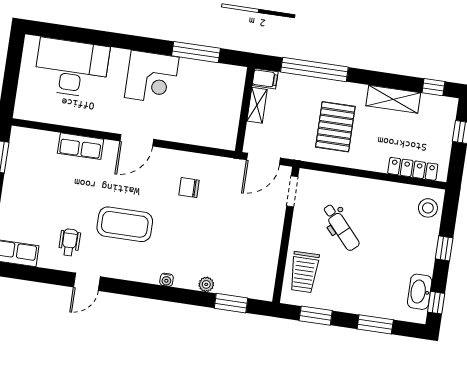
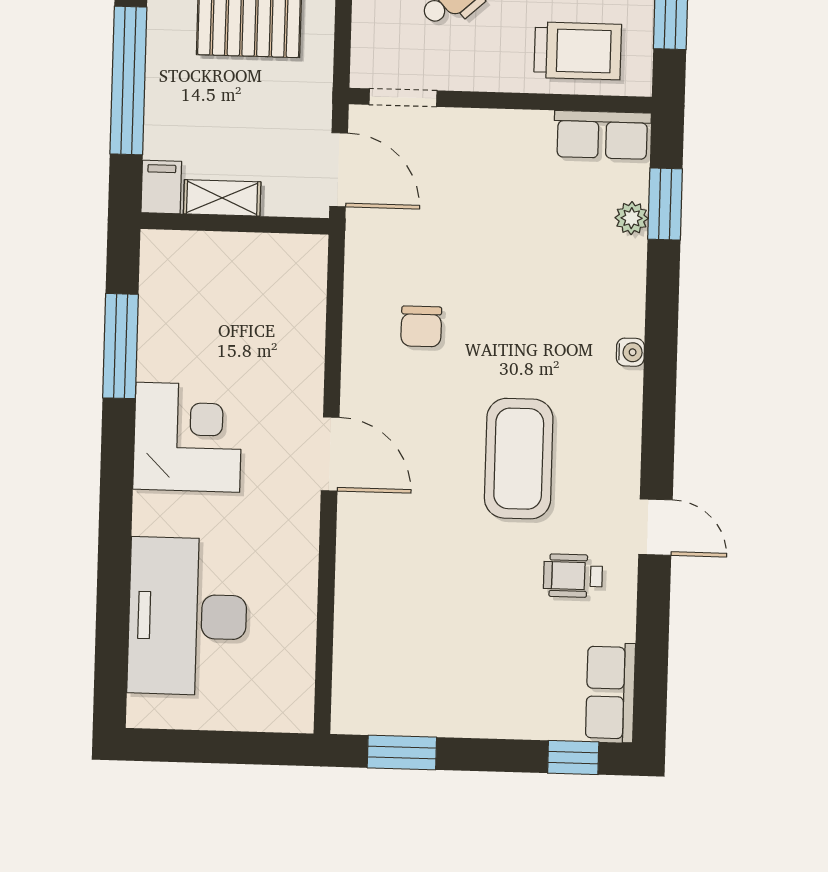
row of seats: (81, 146) -> (602, 135), moved, turned 90
plant: (206, 284) -> (632, 218), moved

